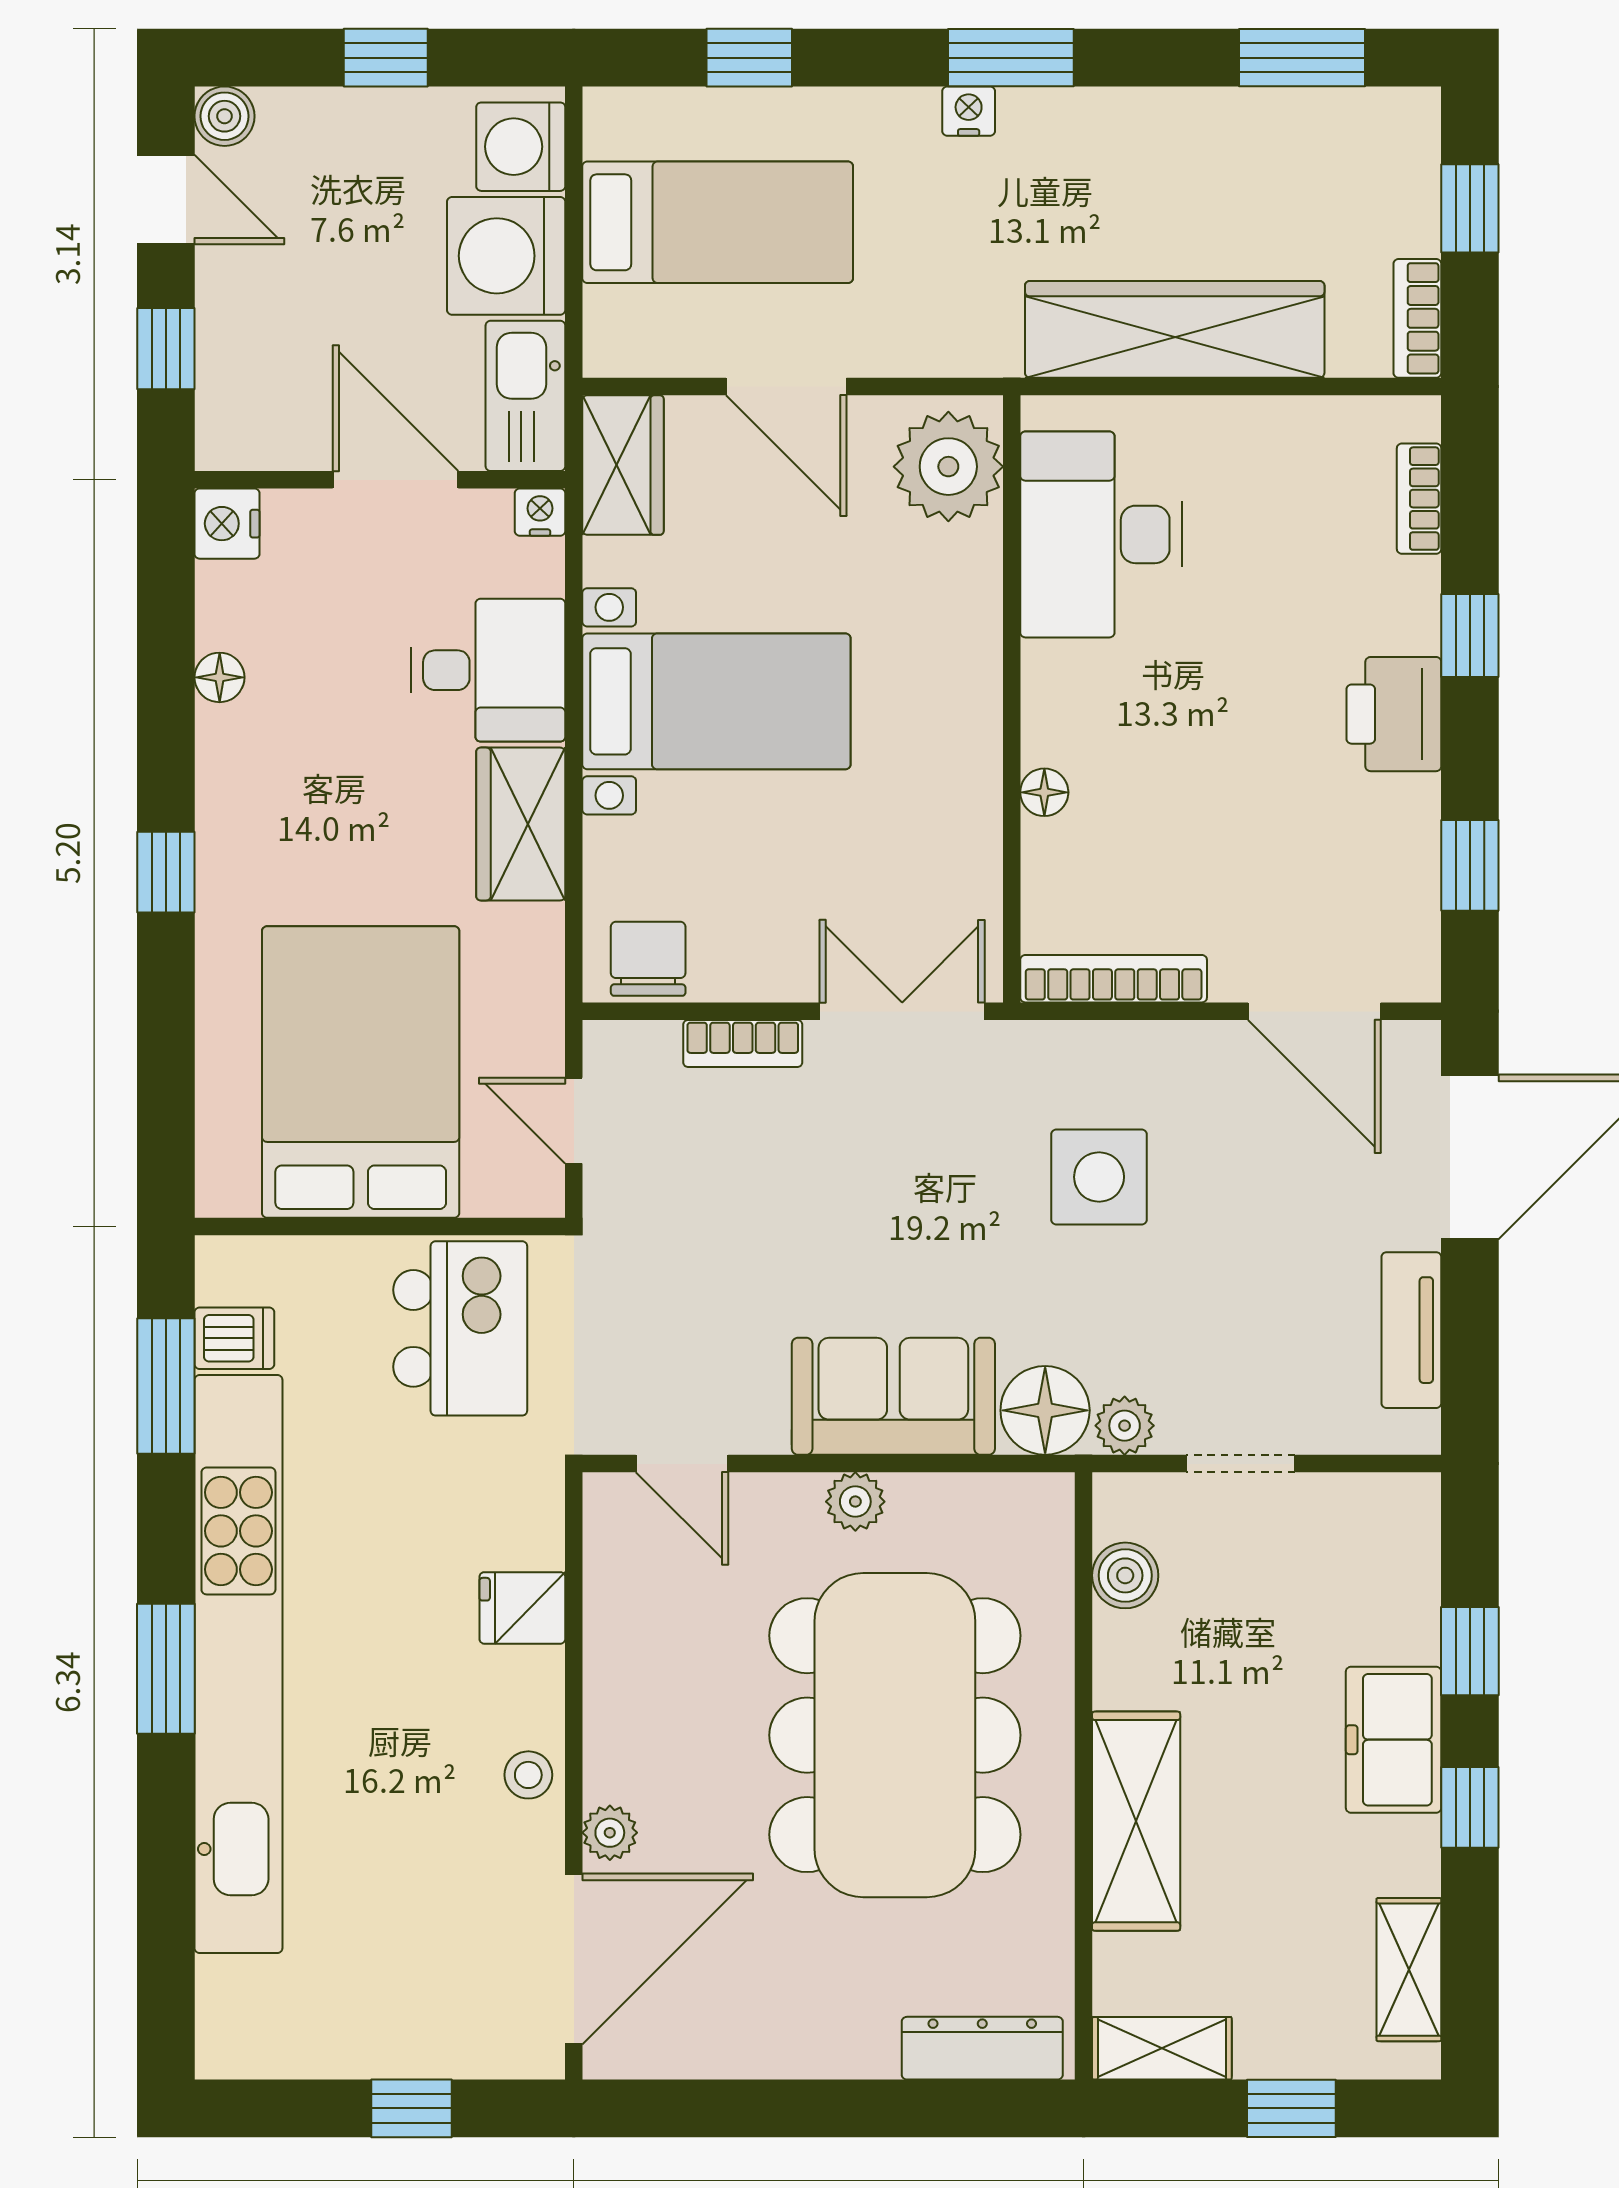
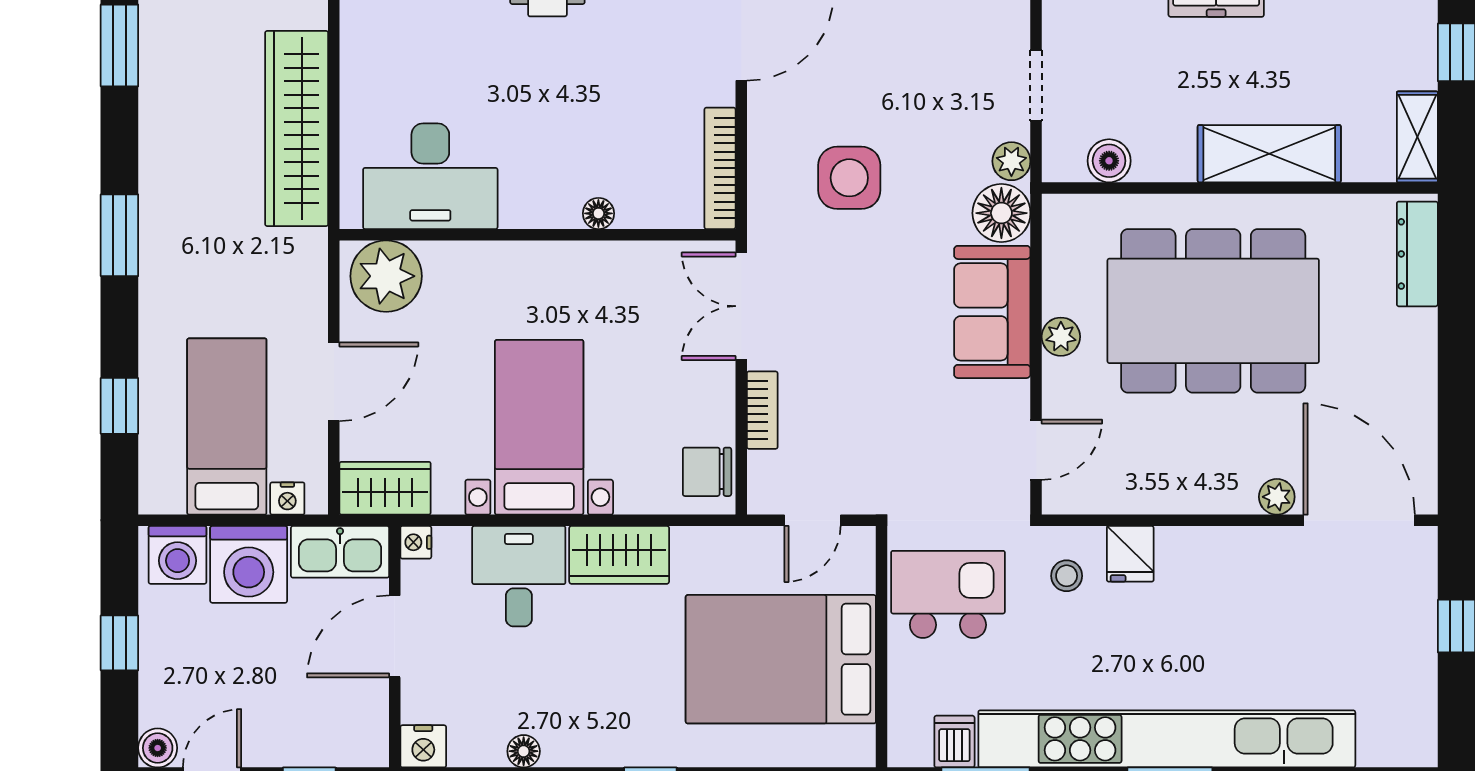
nightstand: (969, 111) -> (287, 498), moved, turned -90
stool: (528, 1775) -> (1067, 576), moved

